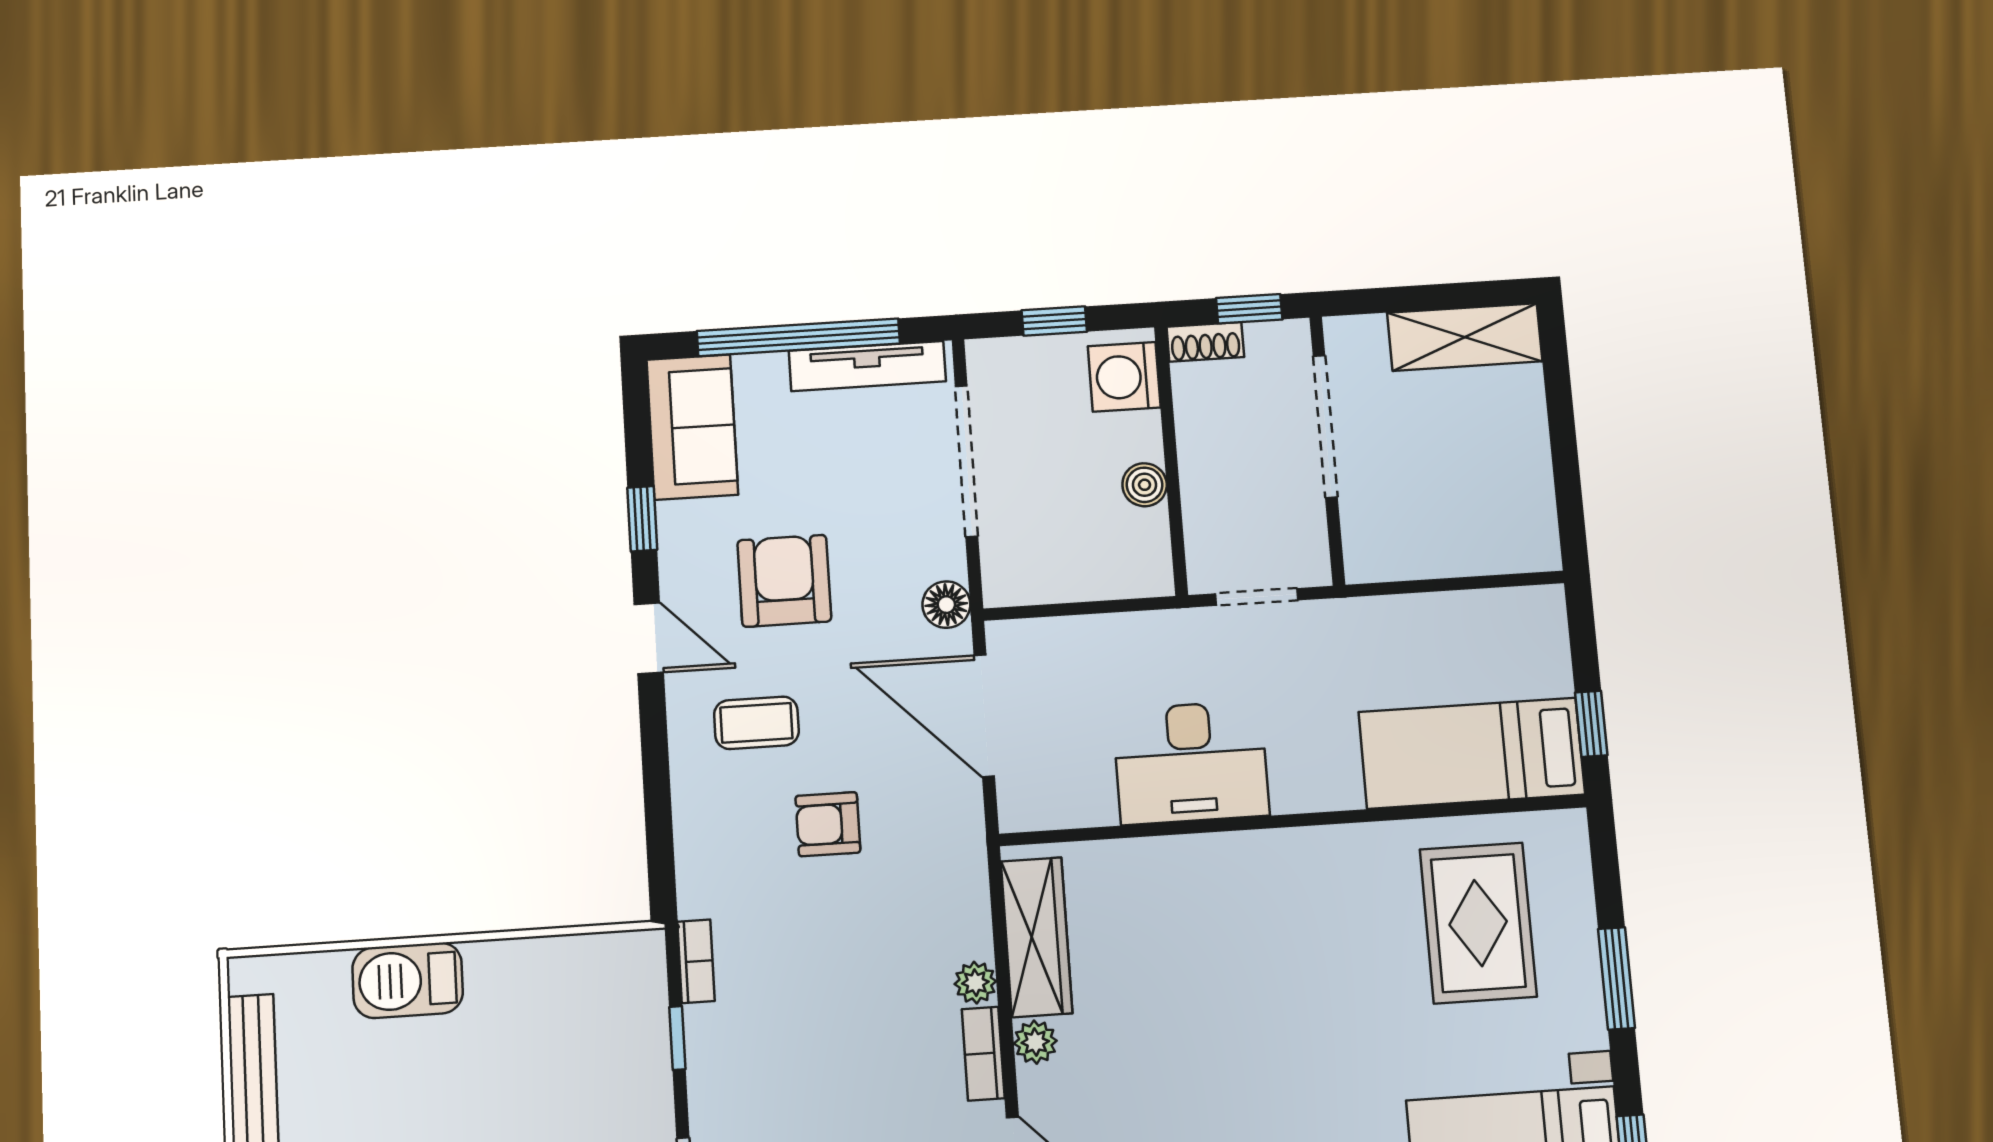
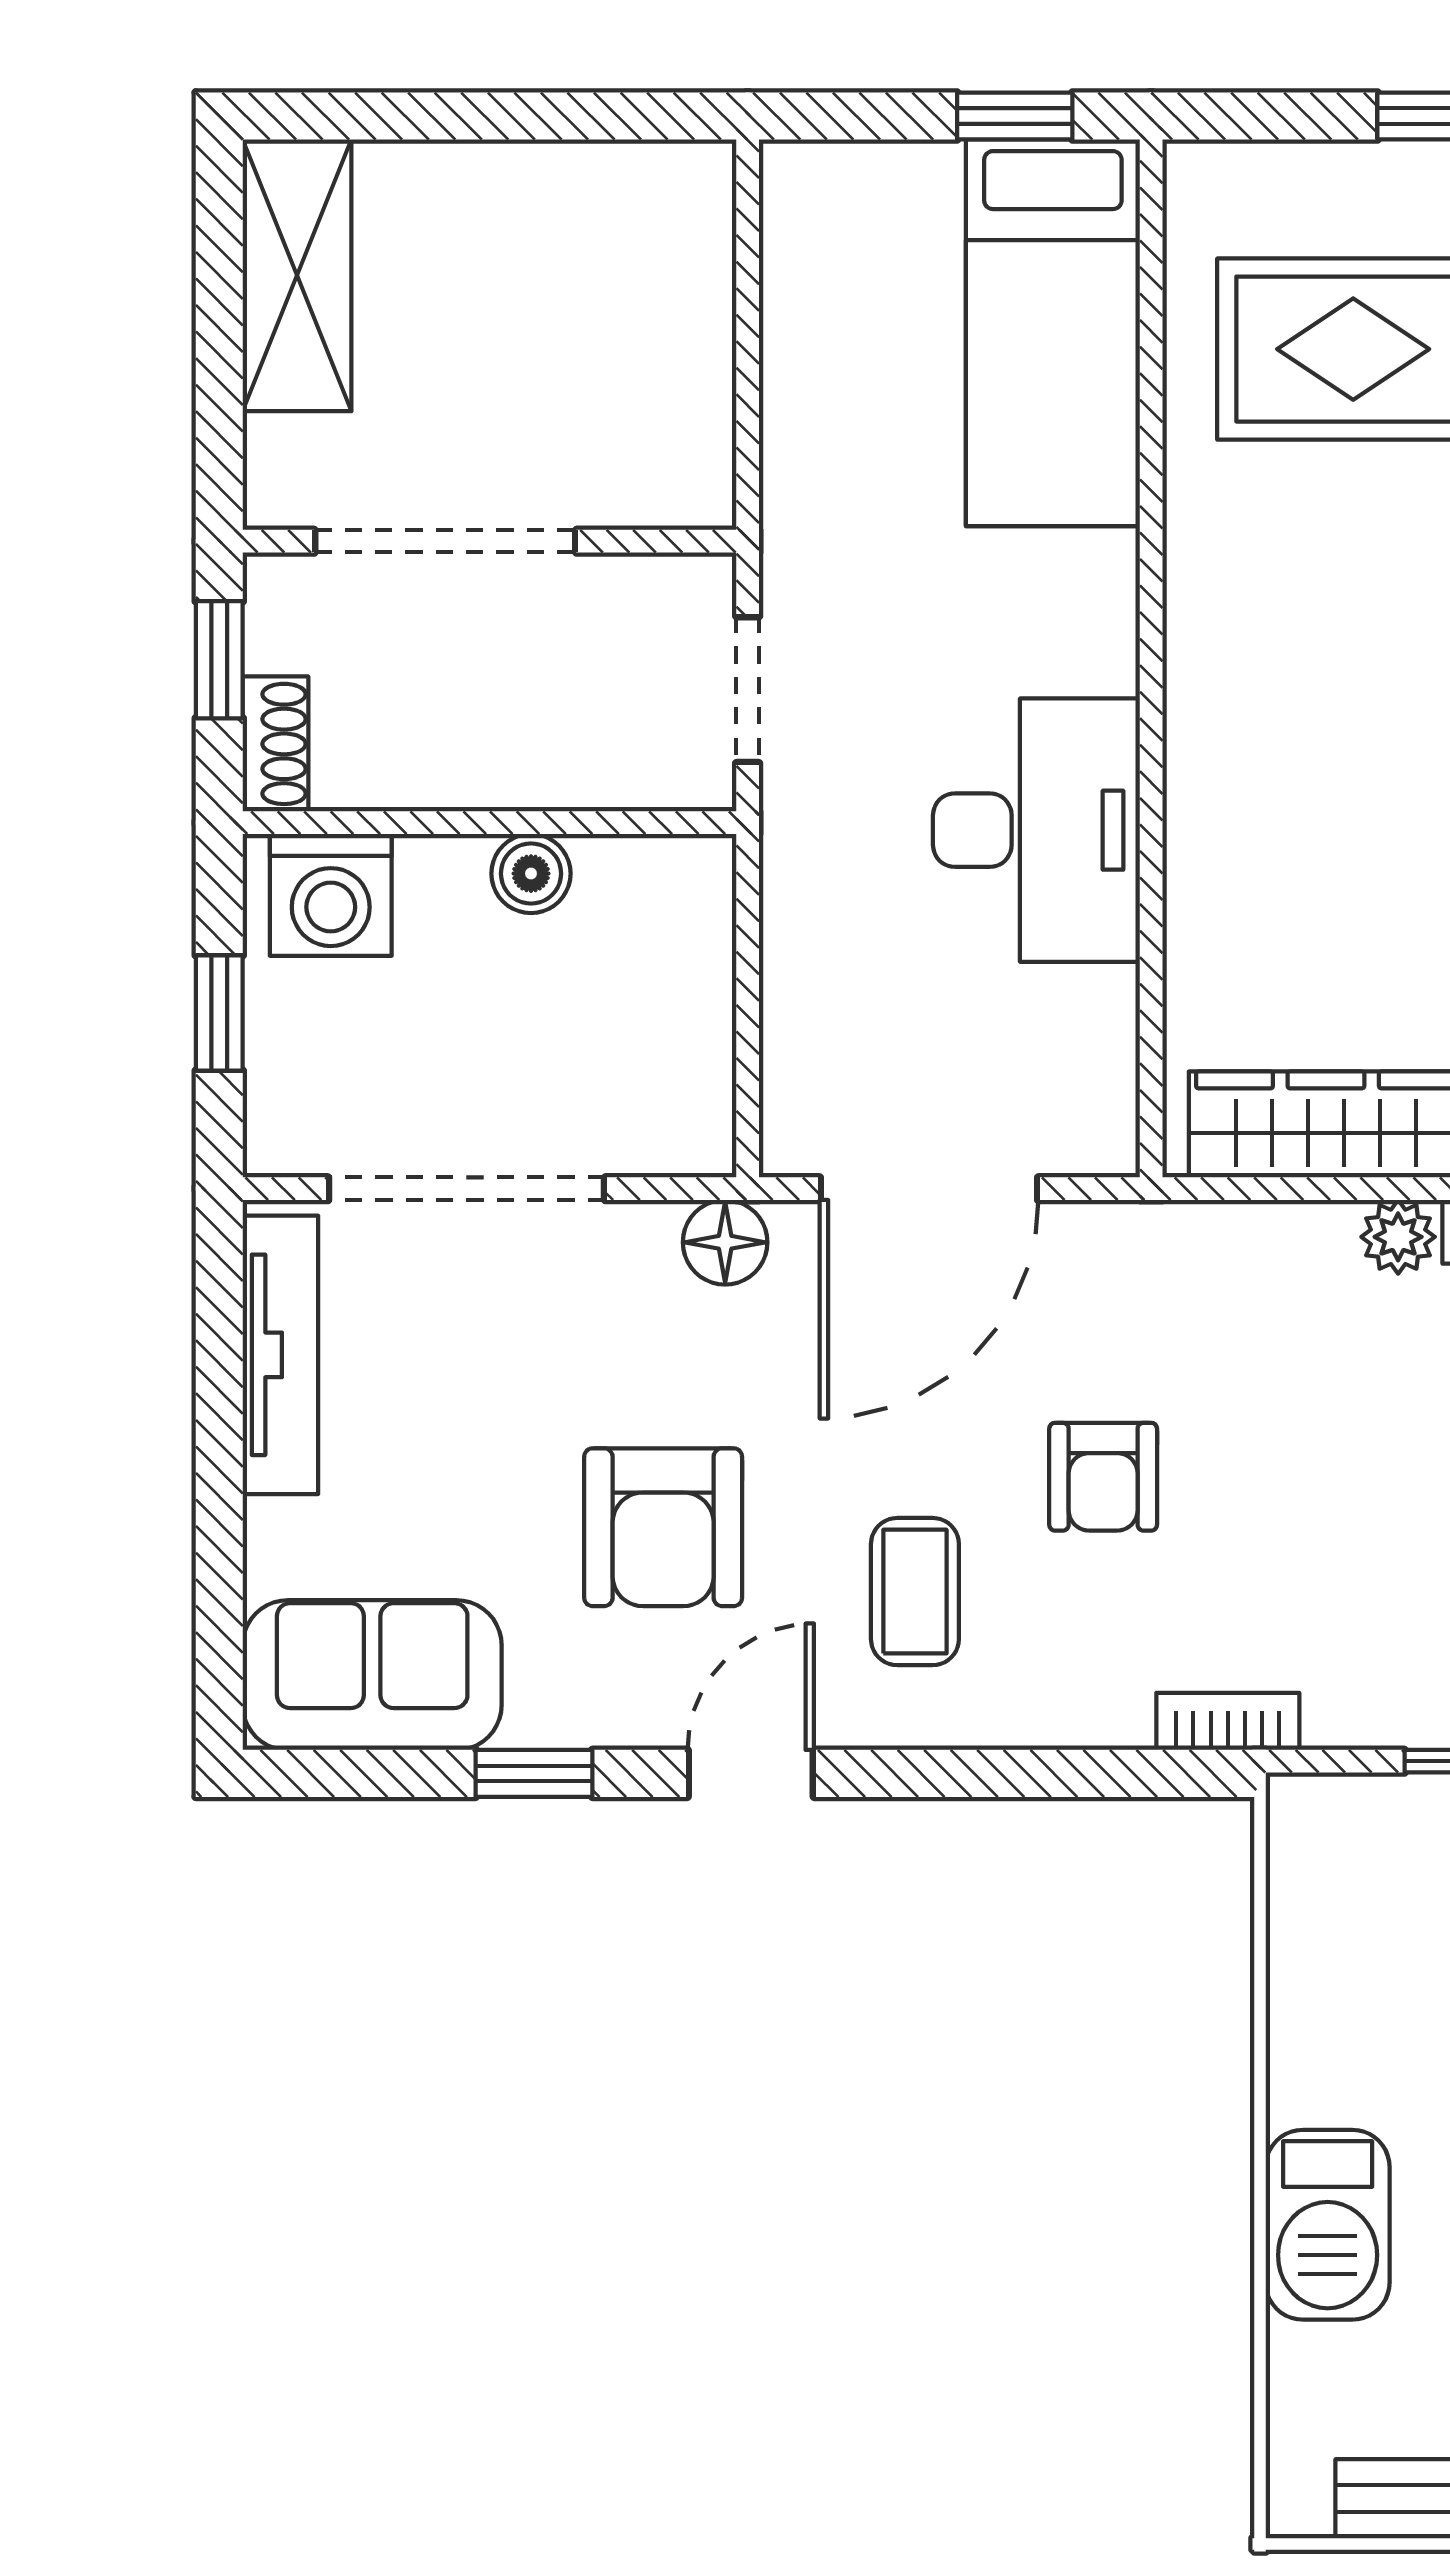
window: (798, 337) -> (219, 1475), removed
armchair: (784, 581) -> (663, 1527), turned -90
bookcase: (696, 961) -> (1228, 1721), moved

